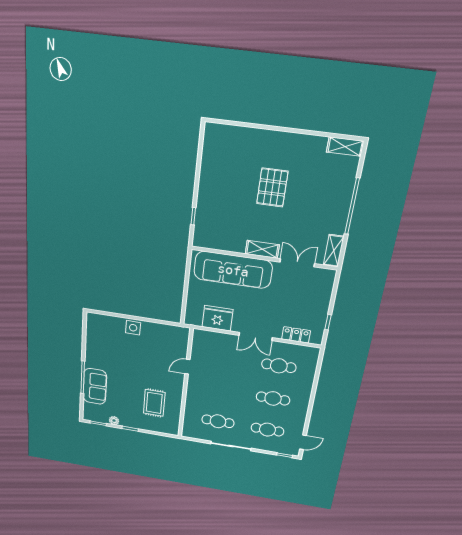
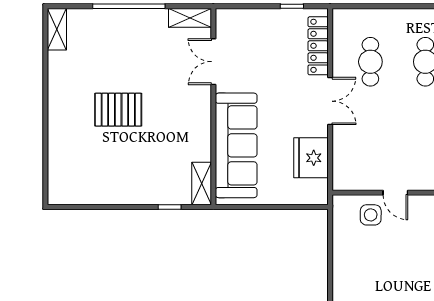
shelving: (262, 249) -> (202, 184), moved
side table: (133, 328) -> (371, 215), moved
locker: (296, 335) -> (318, 46), width x1.53

